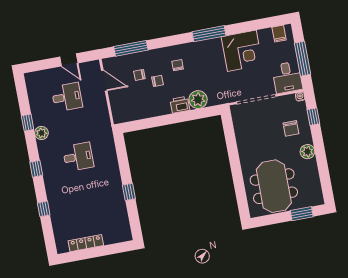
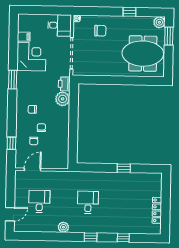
window: (209, 34) -> (13, 80), width x0.69
filing cabinet: (279, 34) -> (24, 37), moved
window: (131, 48) -> (11, 143), width x0.46
window: (303, 59) -> (47, 10), removed
door: (69, 60) -> (10, 214), moved
printer: (180, 105) -> (64, 84), moved
window: (313, 117) -> (130, 12), moved
window: (28, 123) -> (53, 236), removed
plant: (307, 152) -> (159, 22), moved

